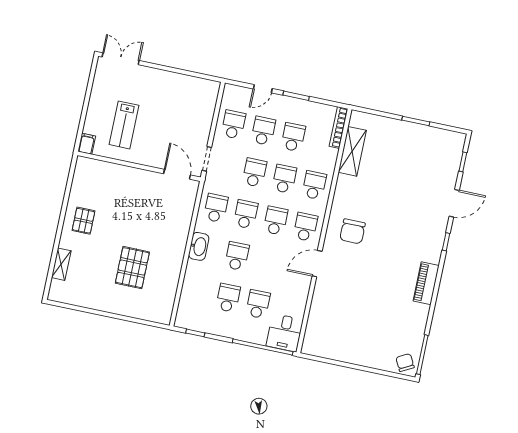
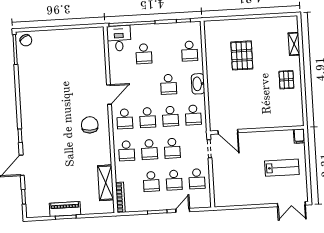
lab bench: (124, 125) -> (282, 168), moved, turned 90
piano: (426, 283) -> (65, 209), moved, turned -90
school desk: (228, 298) -> (190, 51), moved

